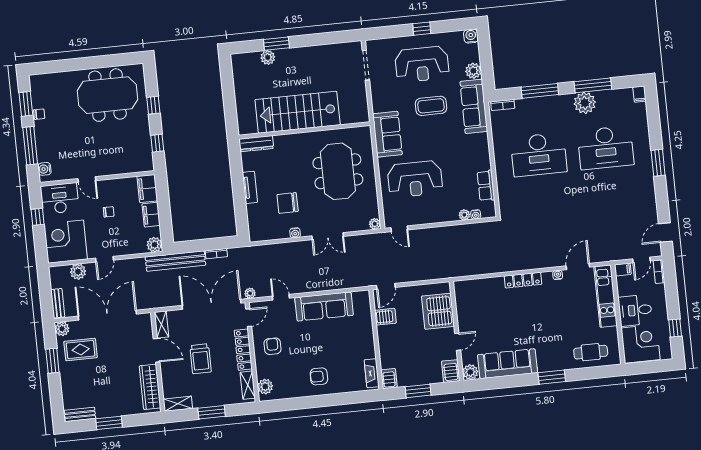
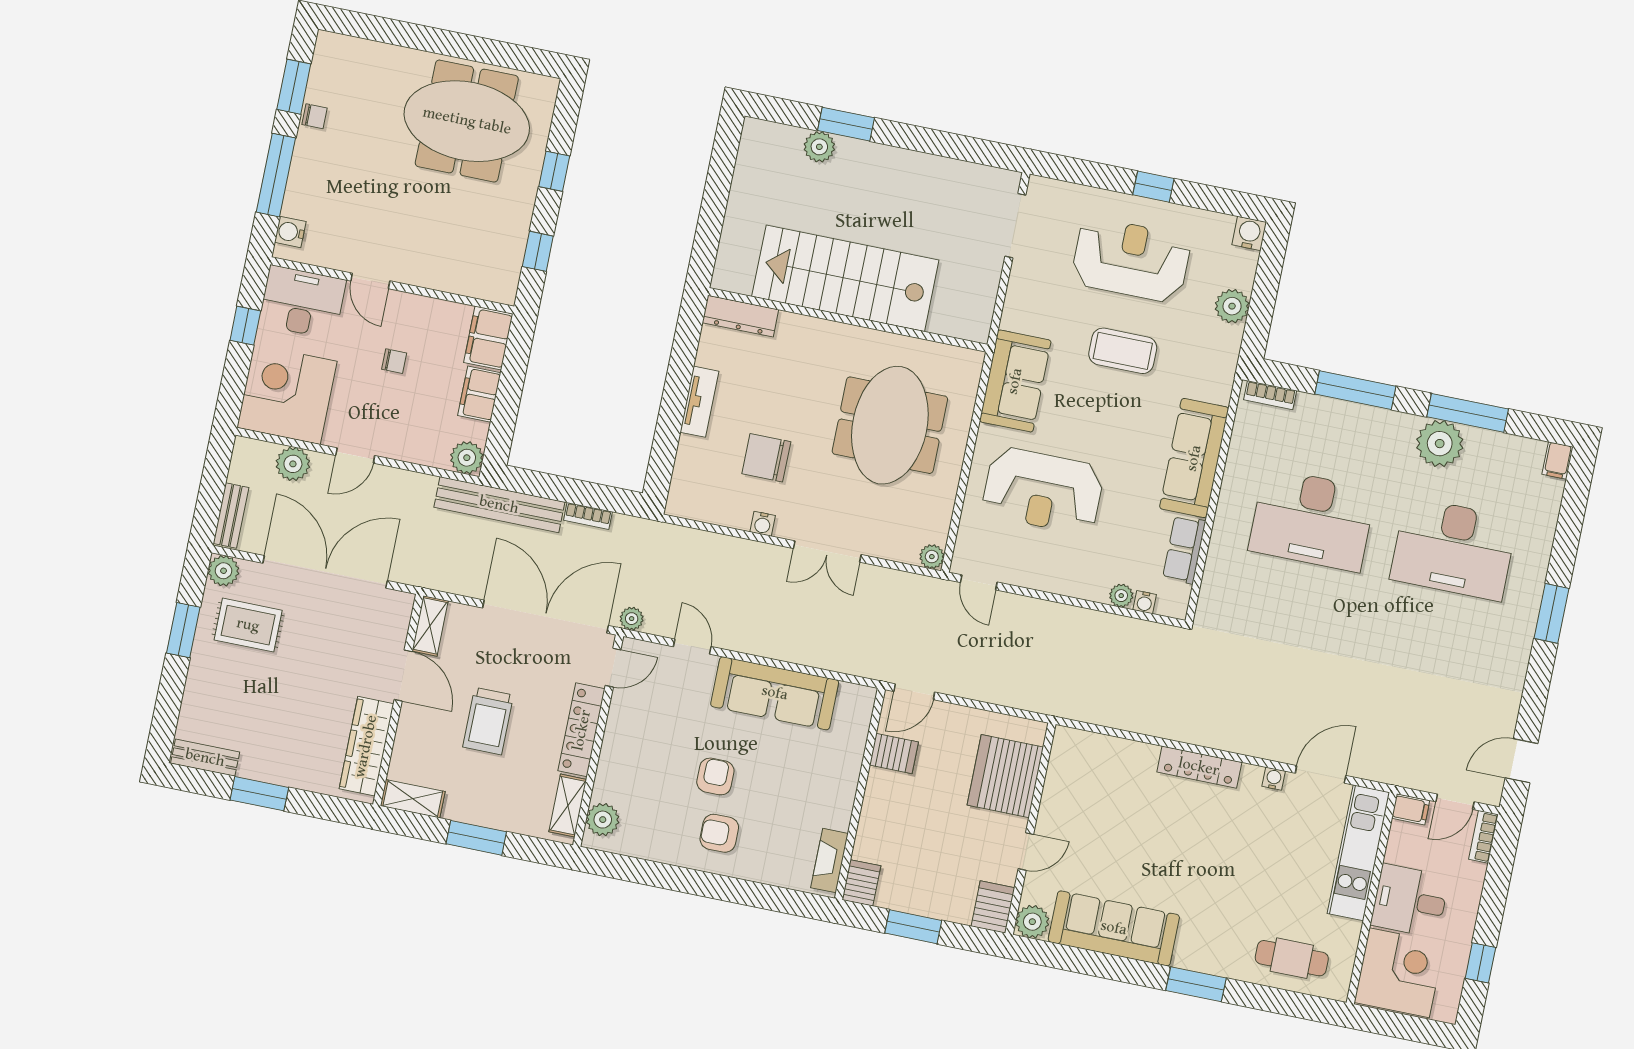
reception desk: (422, 64) -> (1131, 260), turned 180
sofa: (474, 106) -> (1194, 458), moved
armchair: (272, 346) -> (715, 776), moved

